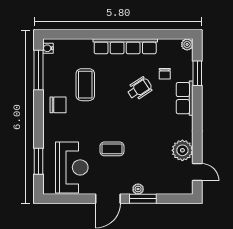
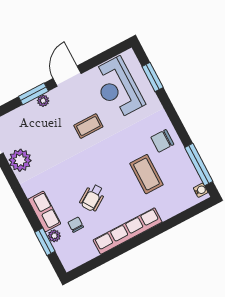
plant: (187, 44) -> (54, 236), moved

